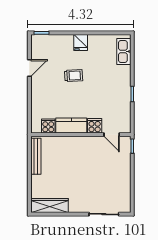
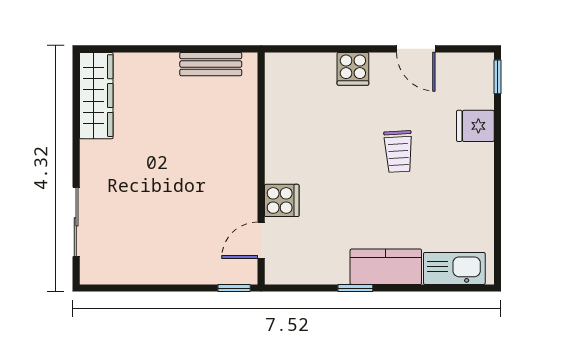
fridge: (81, 42) -> (475, 126), moved
kitchen counter: (71, 125) -> (386, 267), moved, turned -90
cooker: (48, 126) -> (353, 69), moved, turned 90
bench: (36, 156) -> (211, 64), width x0.73

